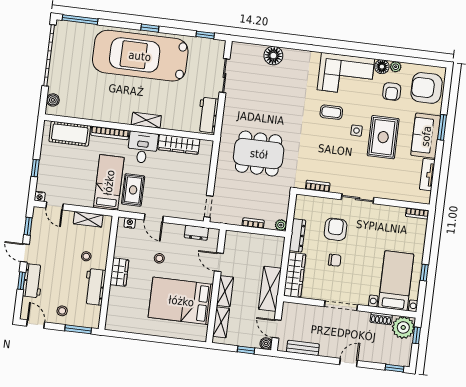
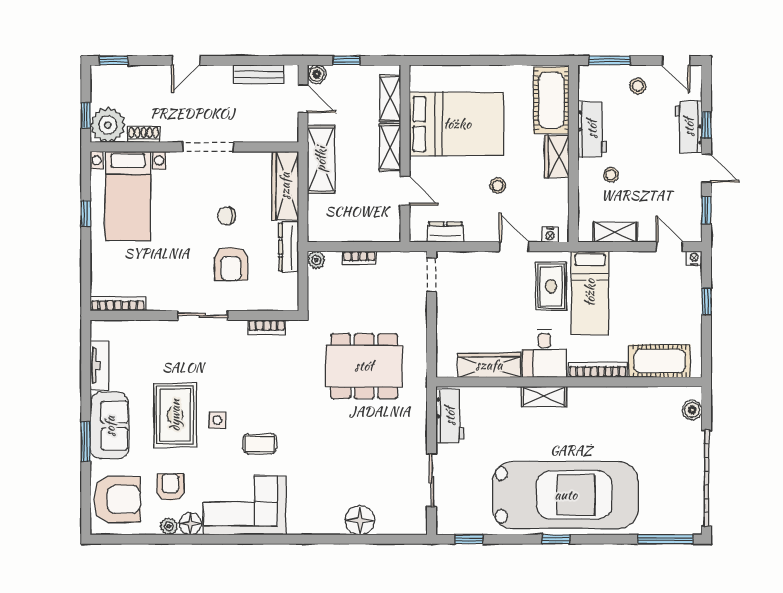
bookcase: (417, 213) -> (118, 304), width x1.56
cot: (118, 308) -> (551, 100), added

